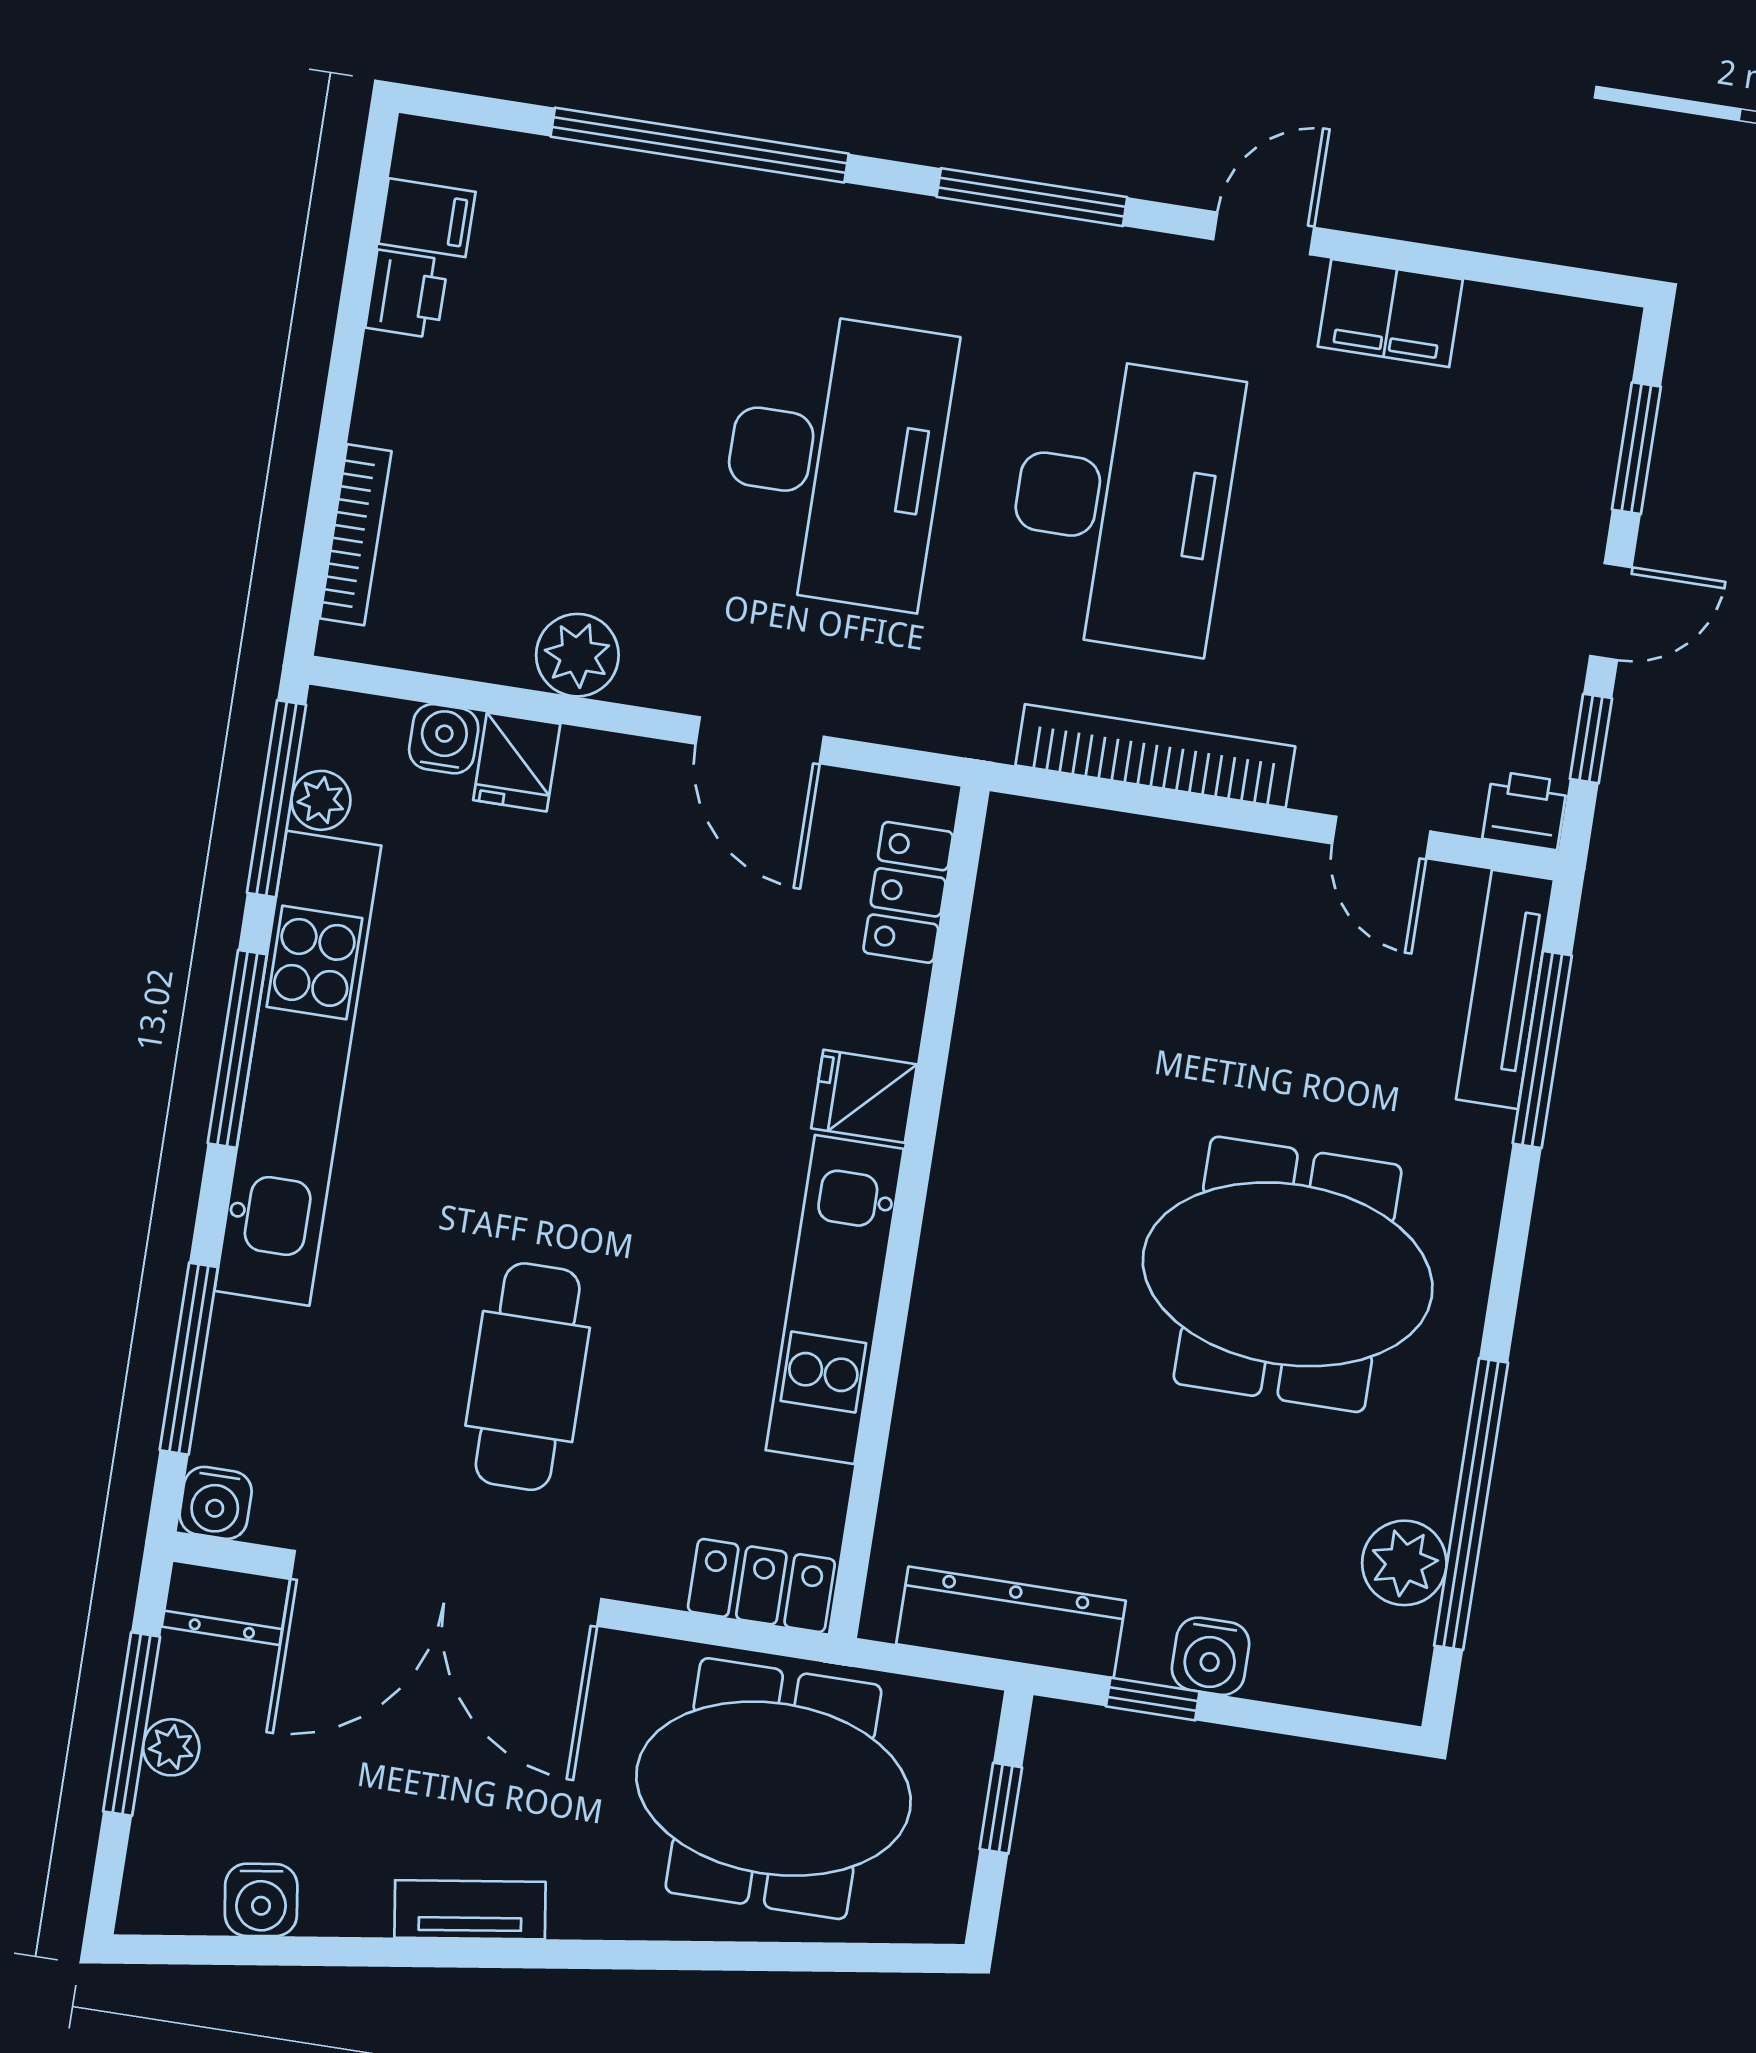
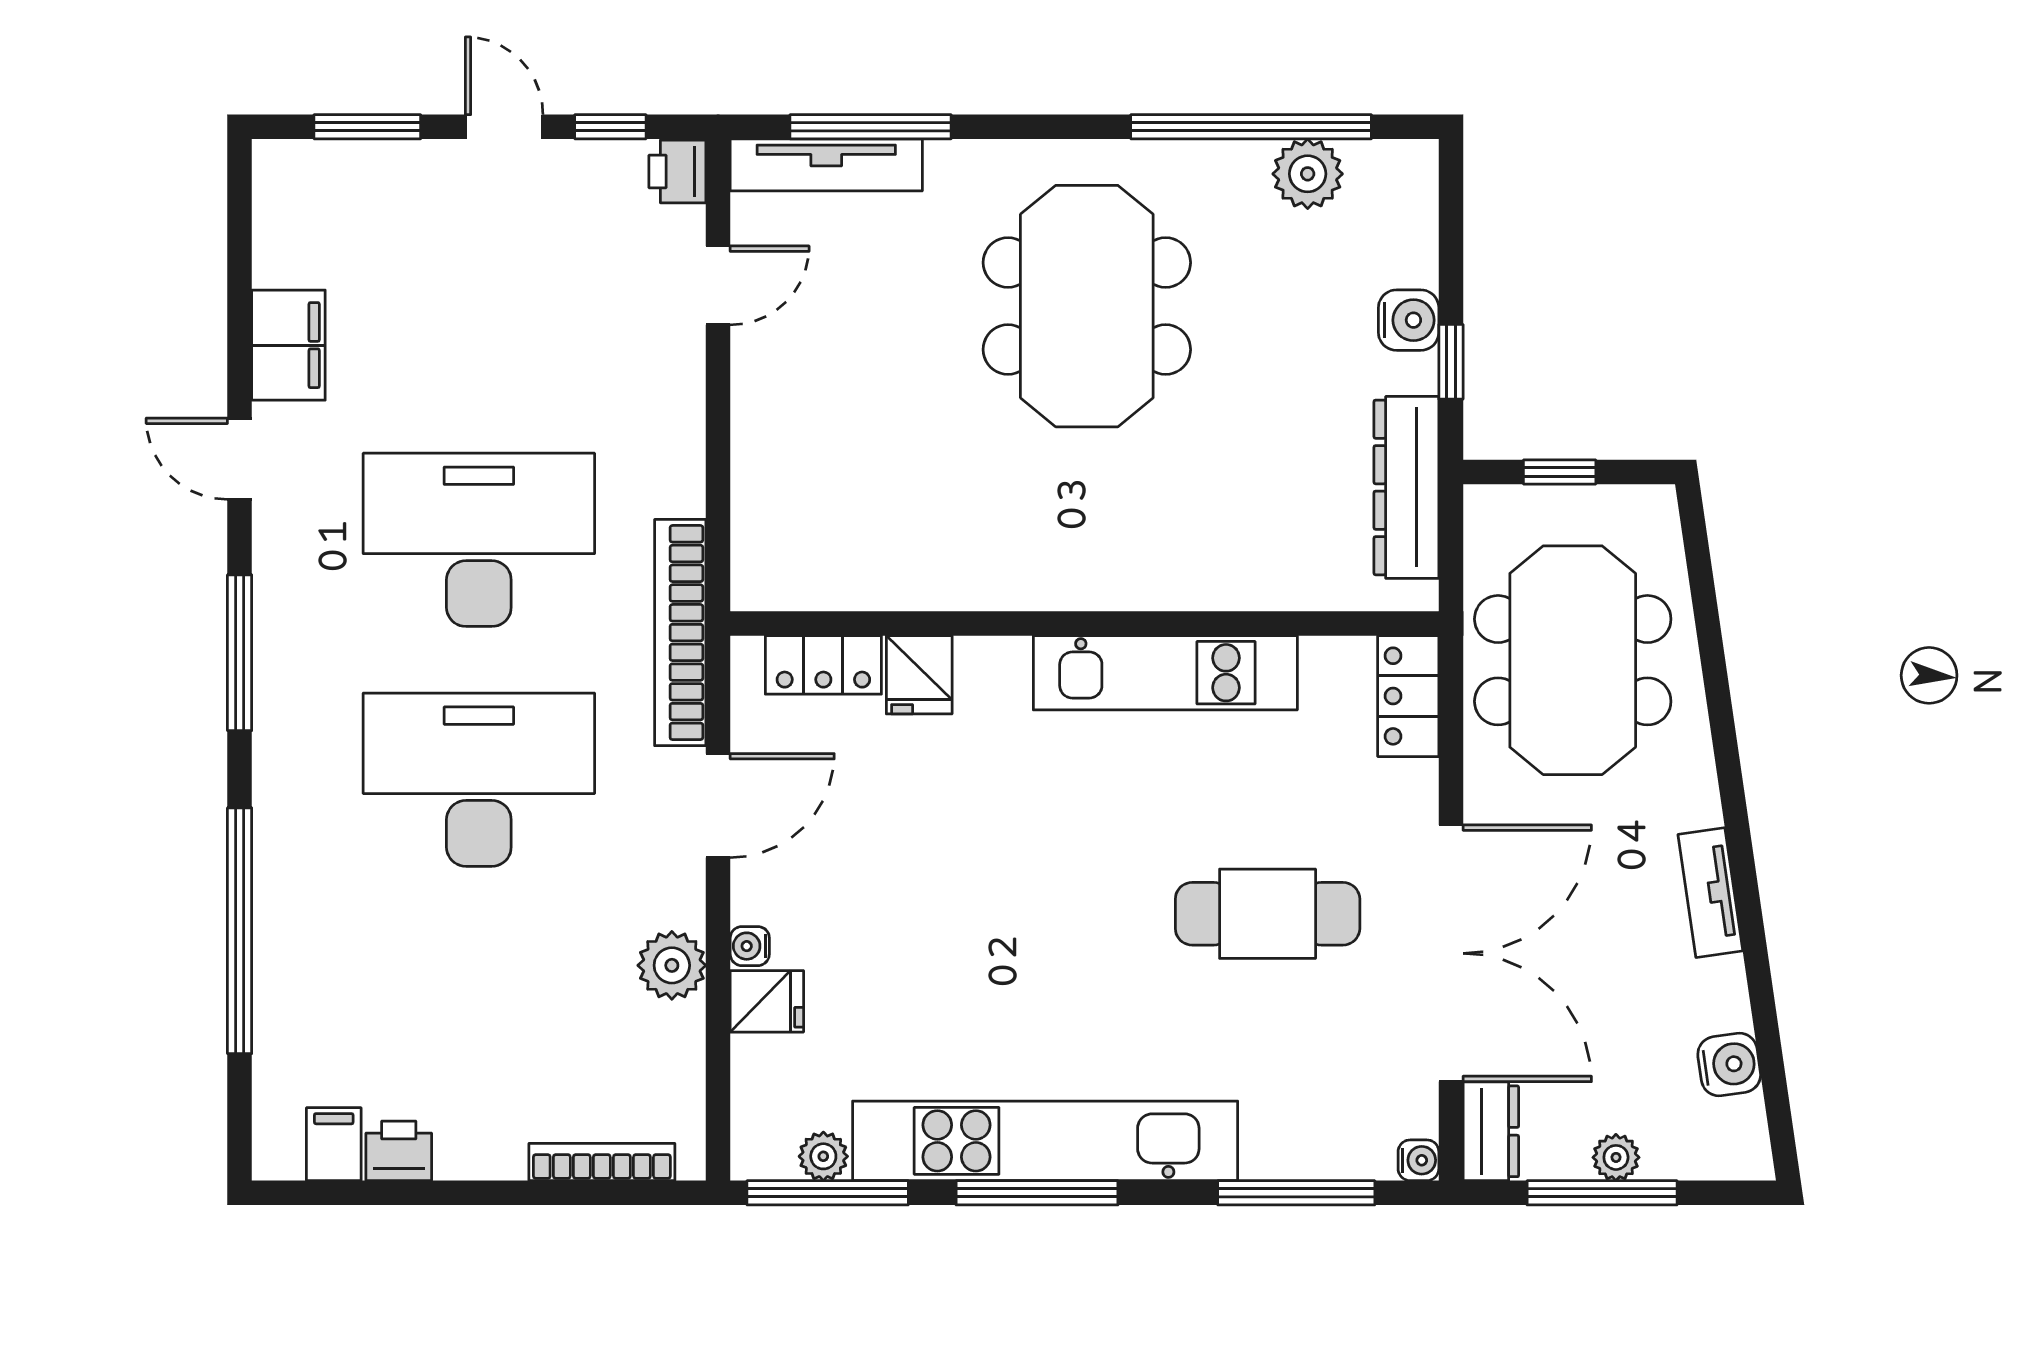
water cooler: (444, 739) -> (750, 946), moved, width x0.72, depth x0.72
bookcase: (1155, 756) -> (680, 633), moved
fridge: (864, 1096) -> (919, 675), moved
water cooler: (216, 1503) -> (1418, 1160), width x0.72, depth x0.72

